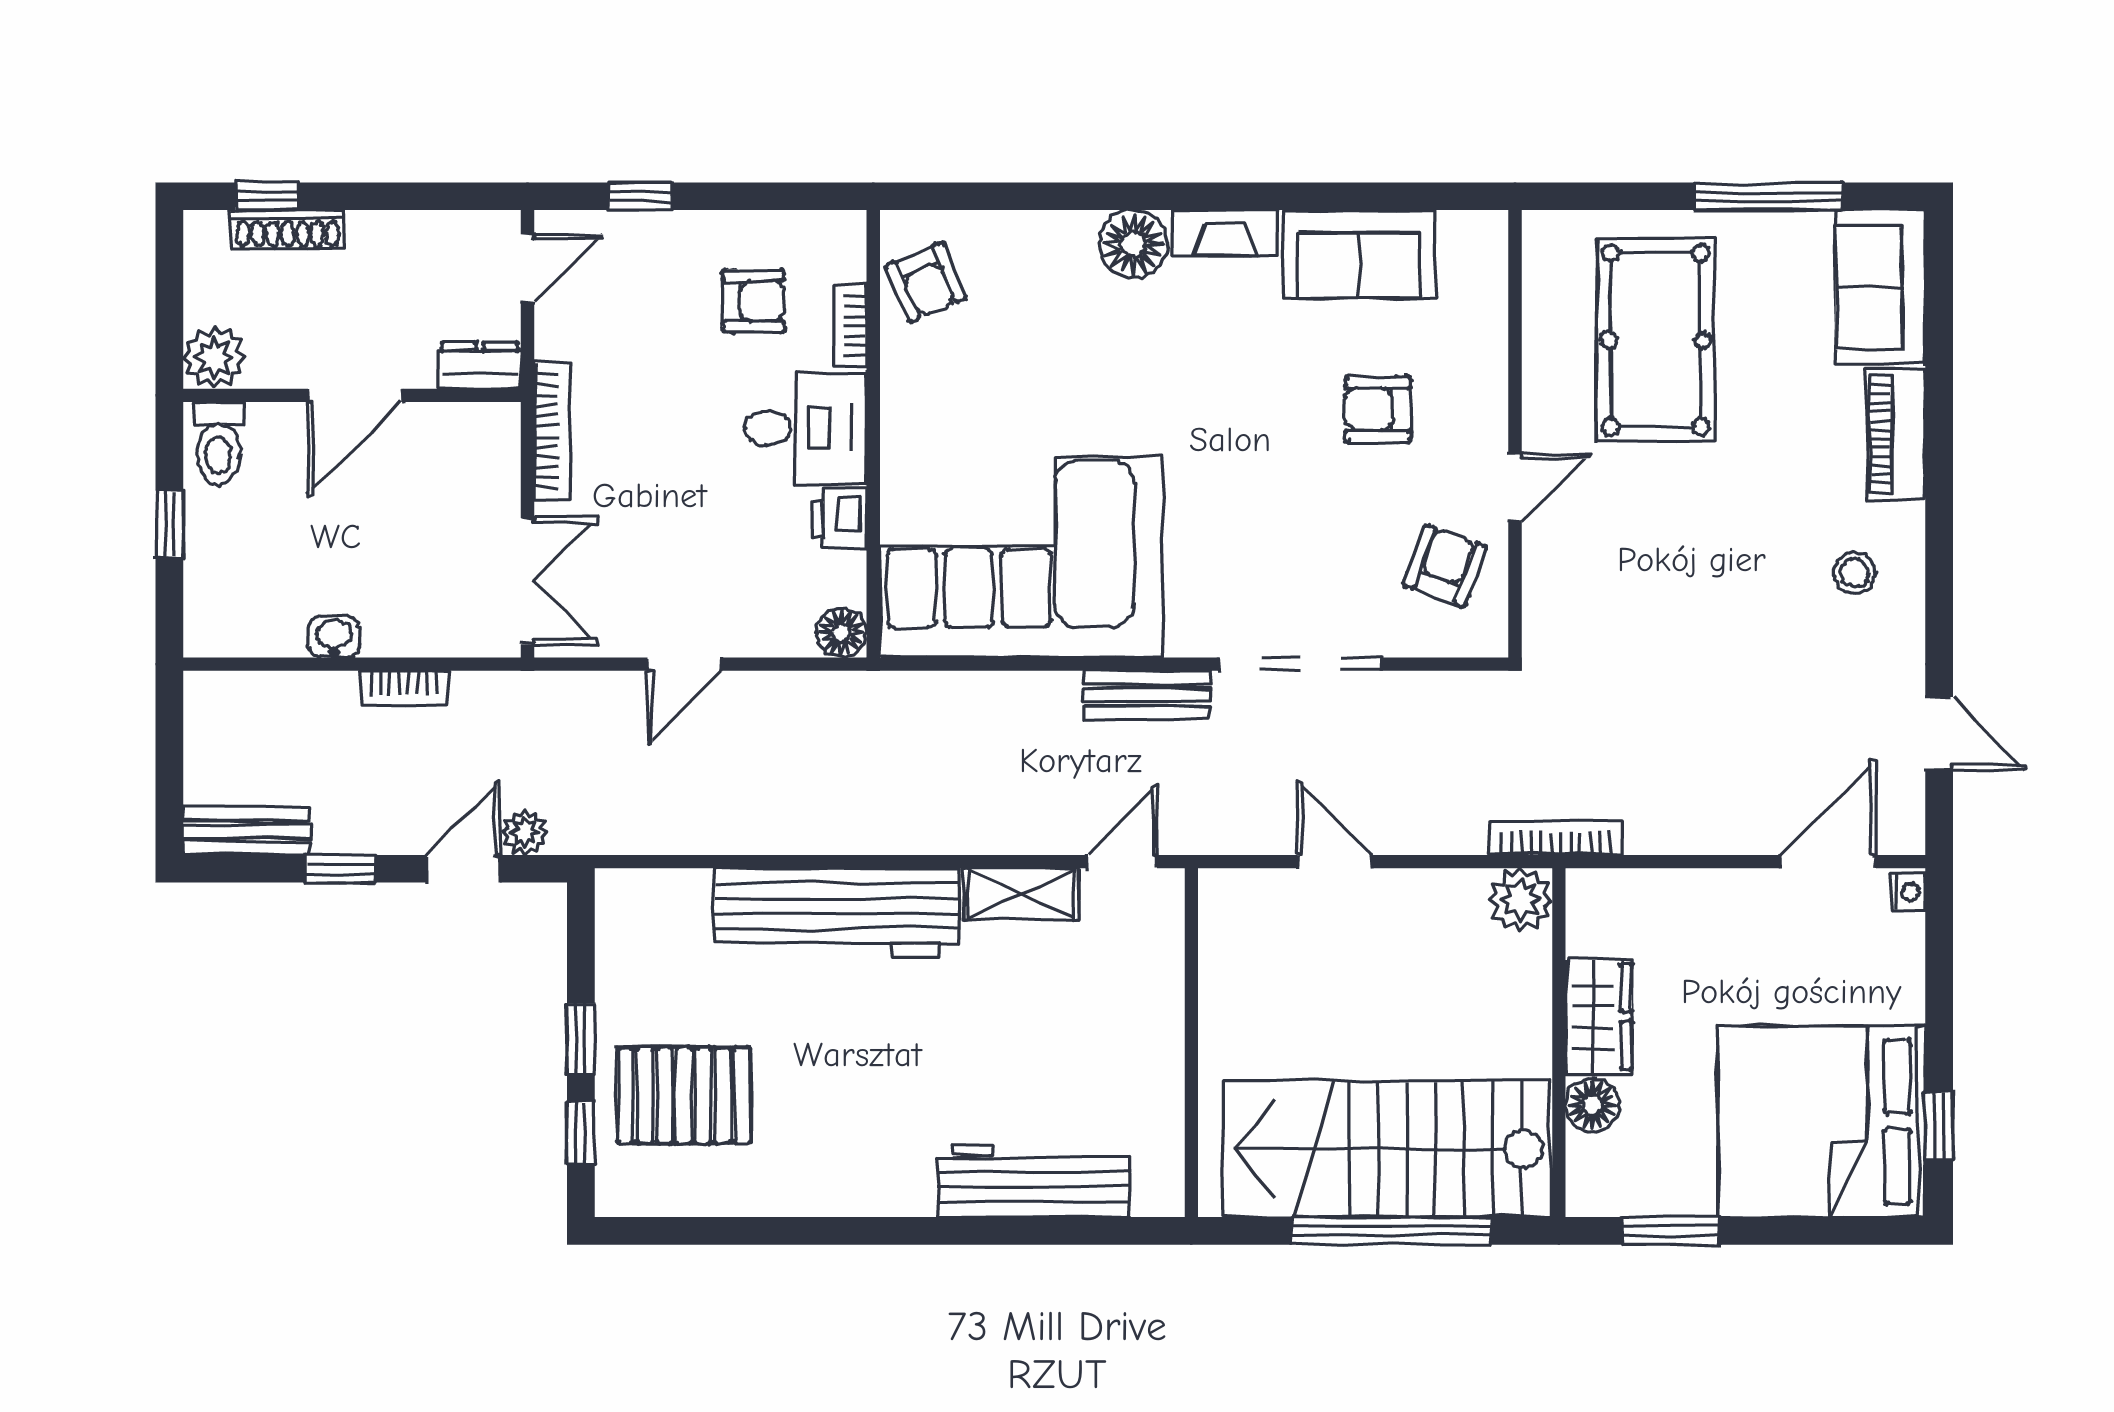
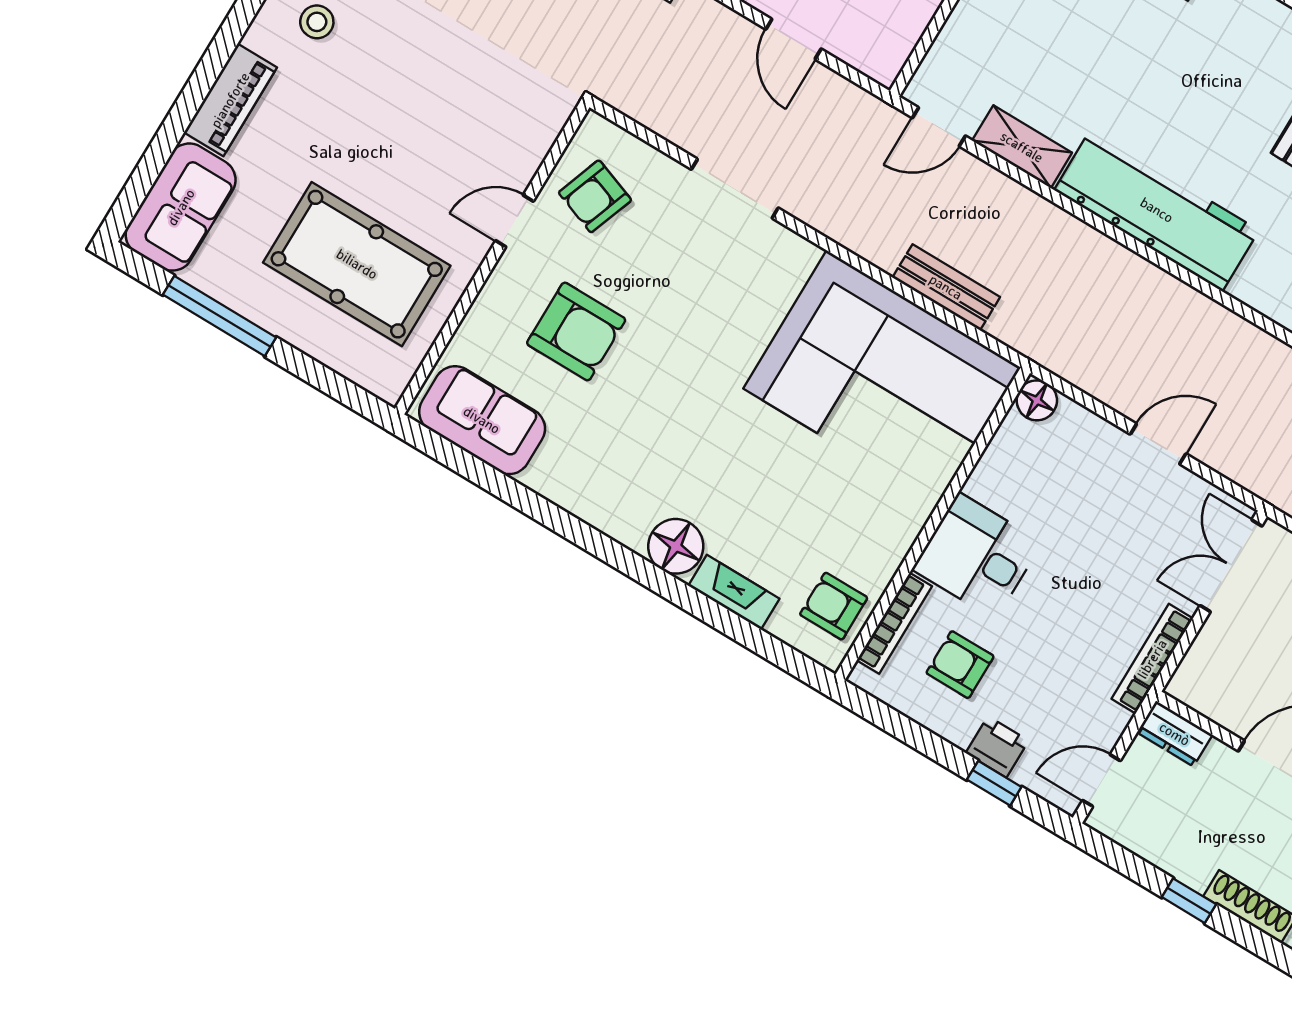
window: (267, 196) -> (1189, 901), moved
fireplace: (1225, 233) -> (734, 592), moved
sofa: (1359, 254) -> (482, 420), moved
armchair: (926, 282) -> (834, 606), turned -67
bookcase: (850, 326) -> (894, 623), width x1.56
pool table: (1656, 340) -> (357, 264), turned 90
armchair: (1378, 409) -> (576, 331), width x1.38, depth x1.38
printer: (839, 519) -> (997, 747), moved, turned -90
doorway: (1301, 664) -> (735, 189), width x0.73
bench: (1147, 695) -> (946, 287), moved

